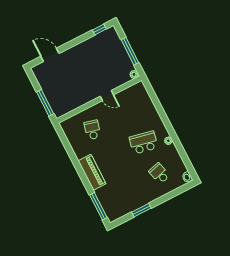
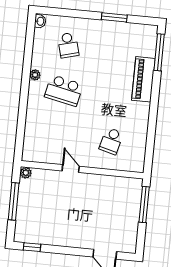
piano: (92, 172) -> (143, 79), moved

